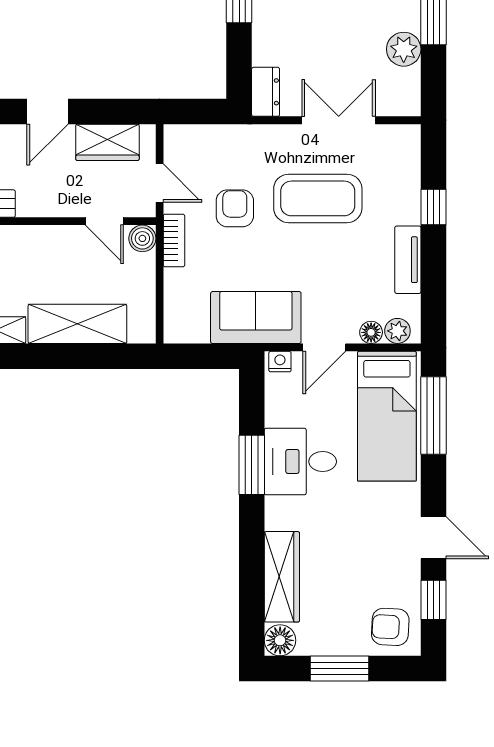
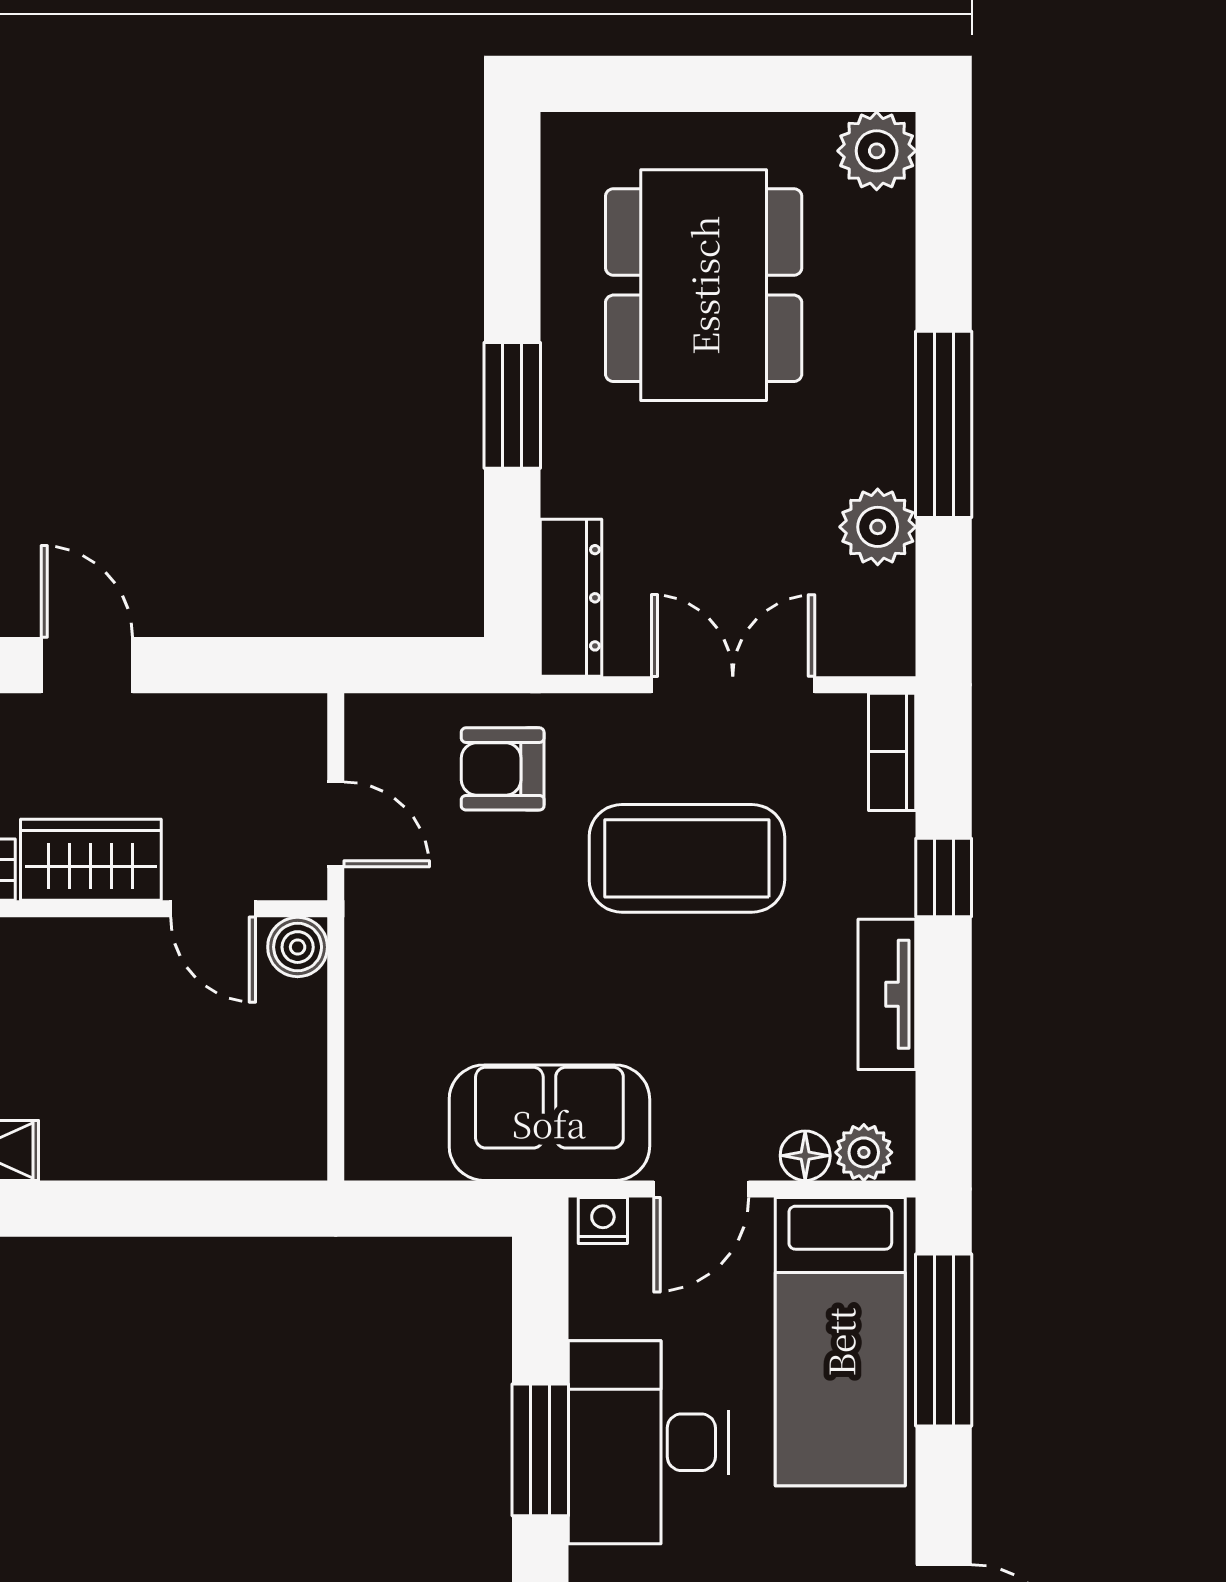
dresser: (266, 92) -> (571, 598), width x1.44
door: (47, 111) -> (87, 665), swing flipped
wardrobe: (107, 142) -> (91, 860), moved, turned 180
armchair: (235, 208) -> (503, 769), moved, turned -90
bookcase: (174, 240) -> (892, 752), moved, turned 180
shelving: (77, 324) -> (153, 1137), removed
desk: (300, 462) -> (648, 1442), width x1.37

